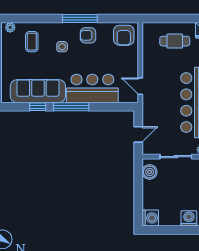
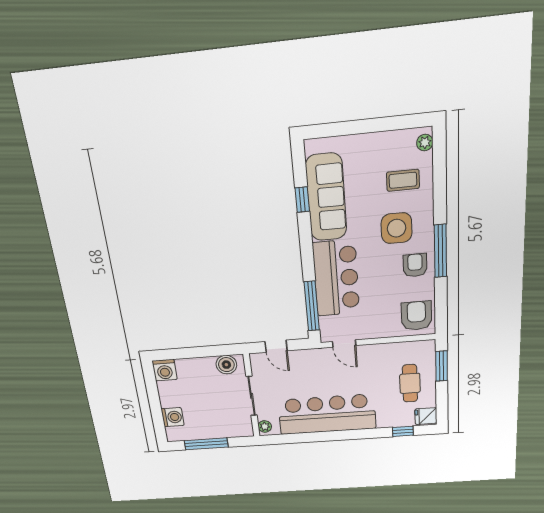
window: (163, 18) -> (442, 366), added
armchair: (124, 35) -> (416, 316), turned 90
side table: (62, 47) -> (397, 228), width x1.87, depth x1.87
door: (140, 86) -> (344, 344), swing flipped
window: (71, 107) -> (312, 306), moved

